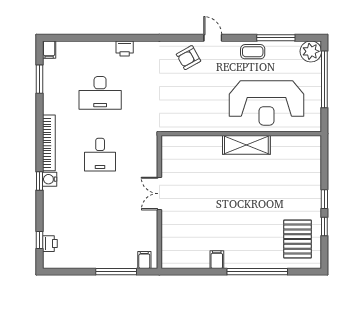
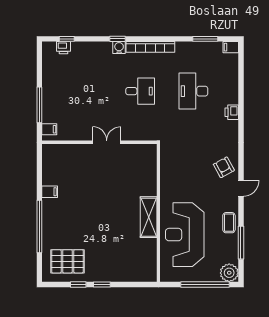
desk: (100, 155) -> (140, 91), turned 180

